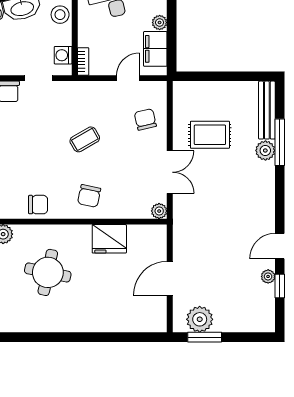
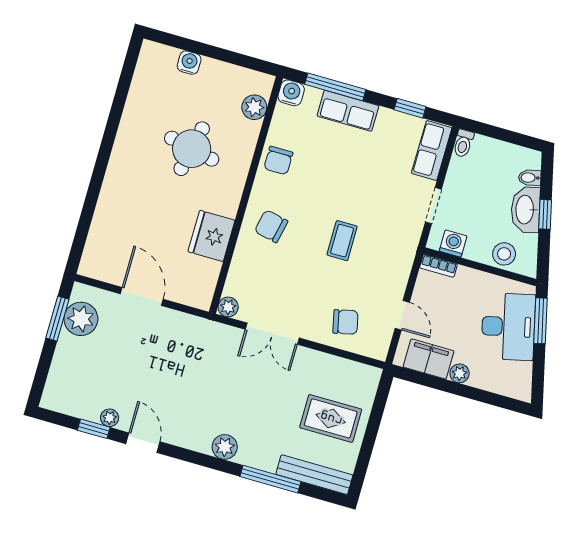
rug: (210, 135) -> (331, 418), moved, turned 90
coffee table: (85, 139) -> (342, 241), turned 30
plant: (265, 151) -> (225, 447), moved

